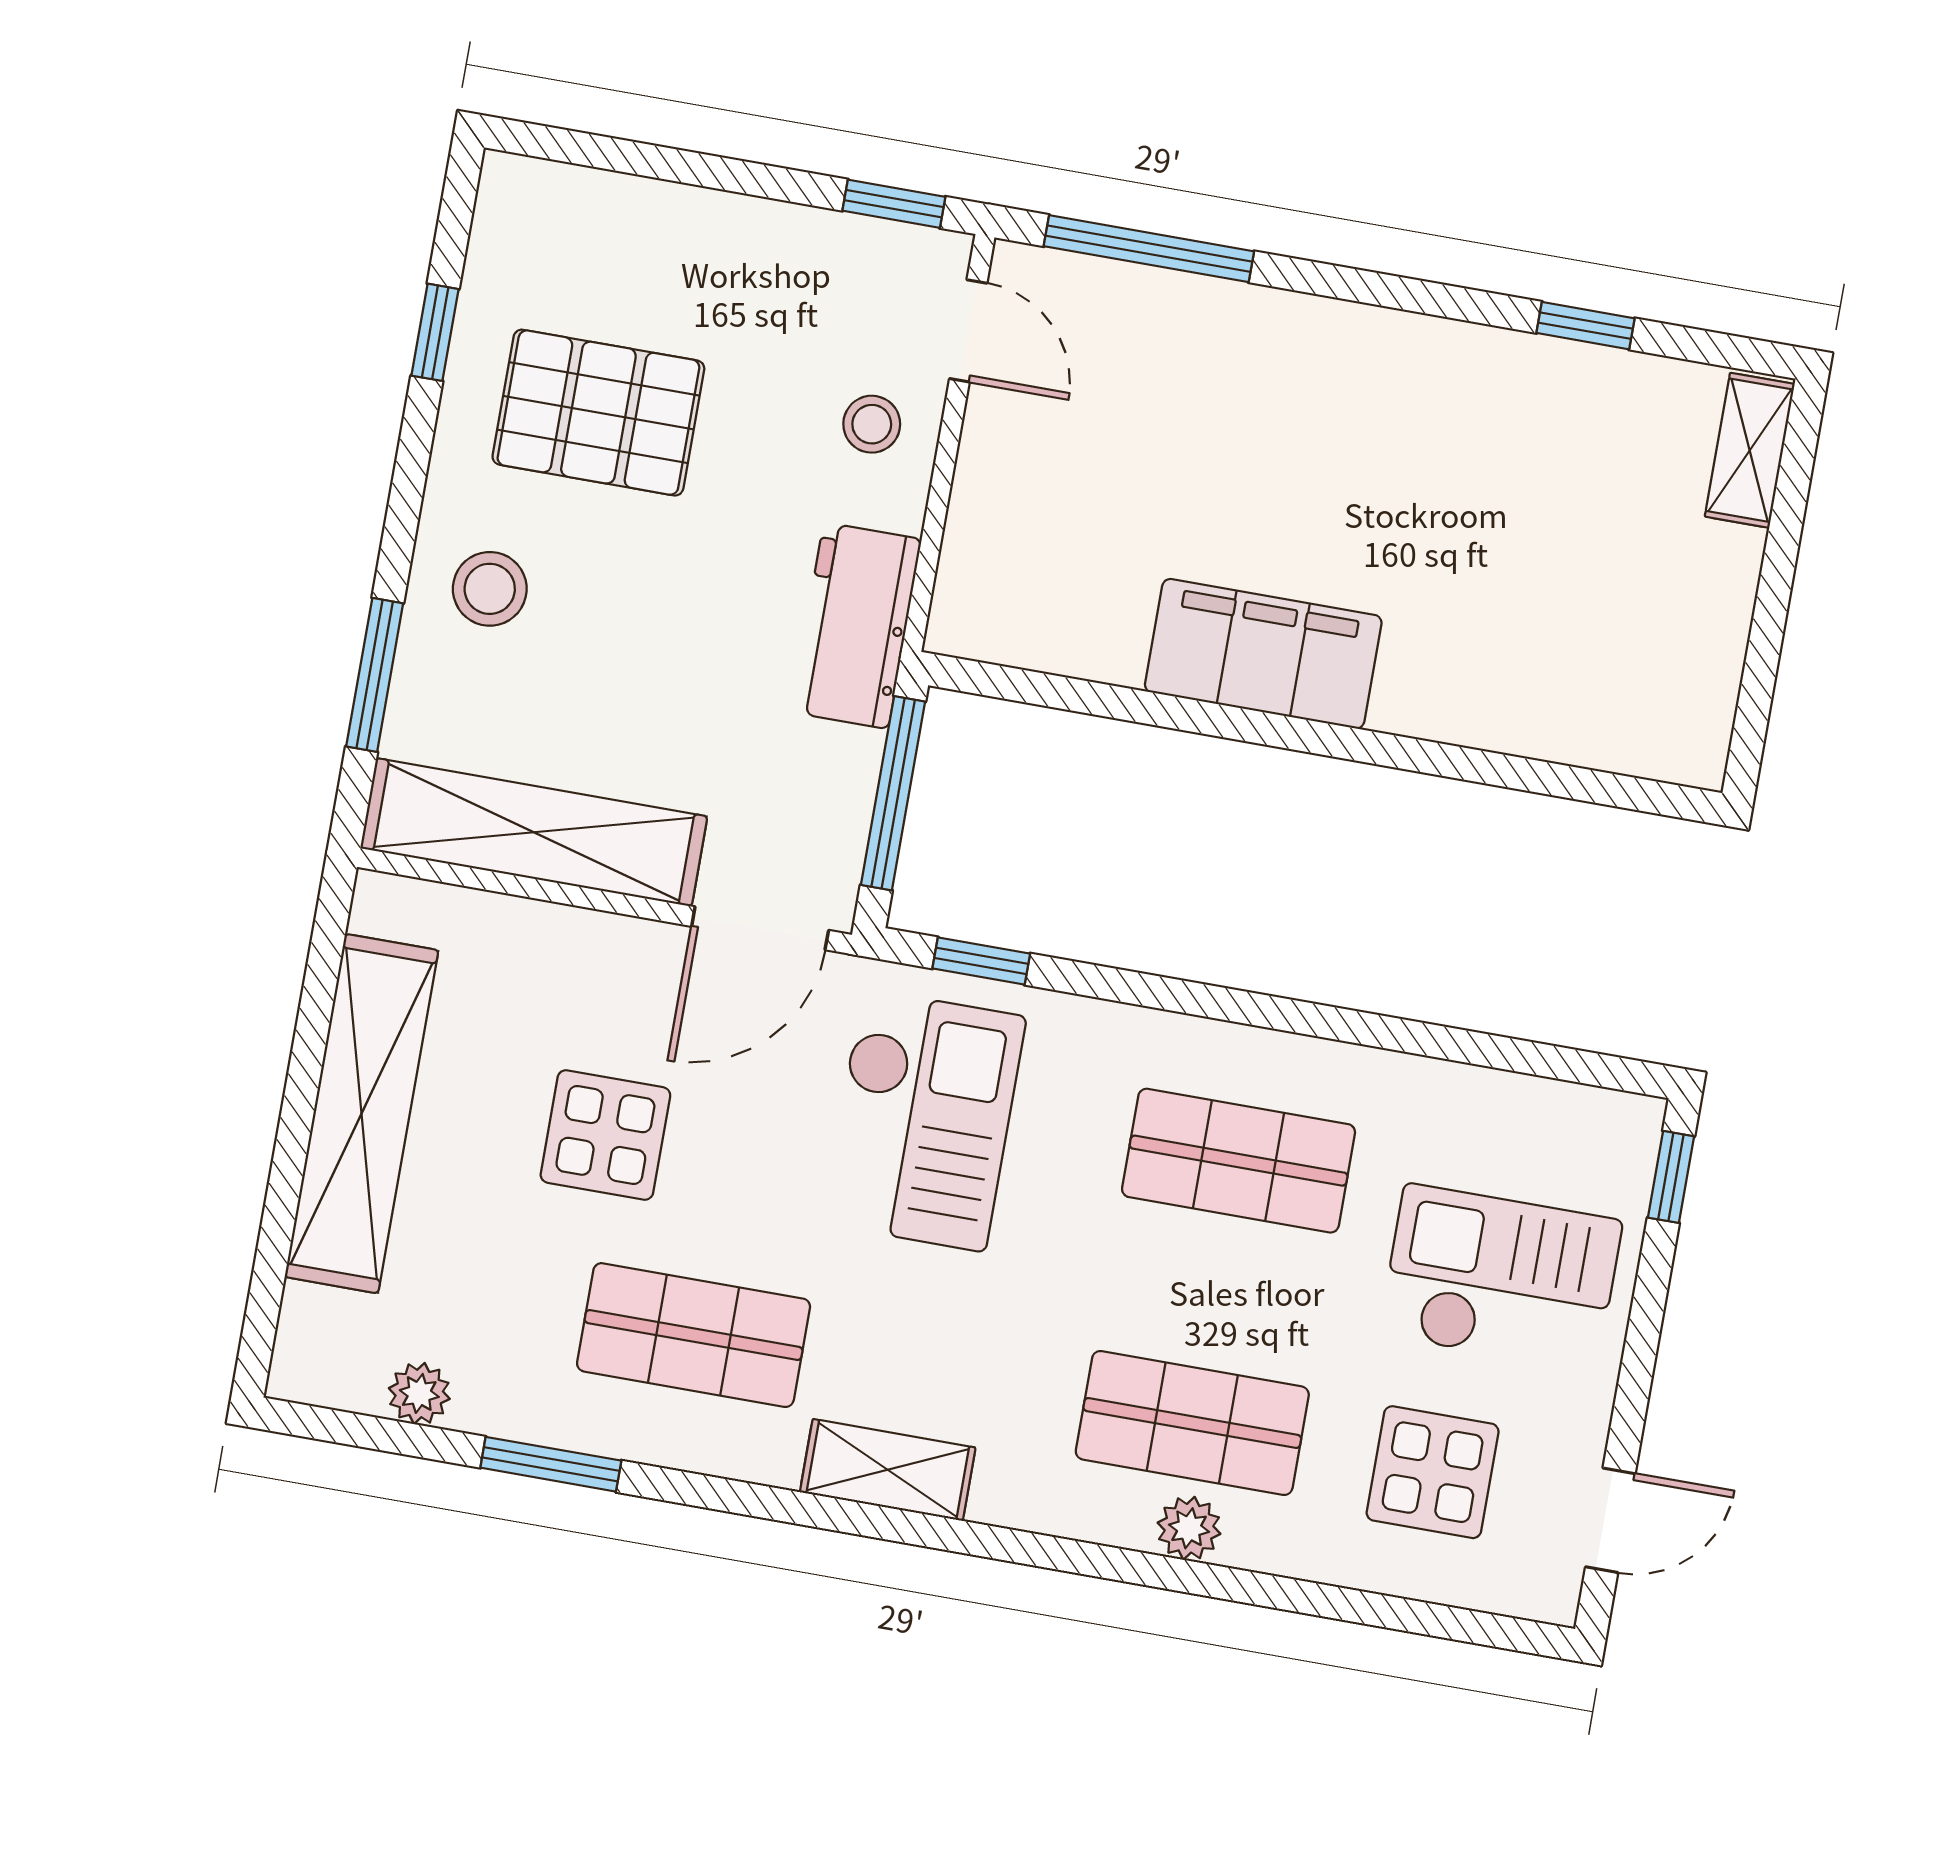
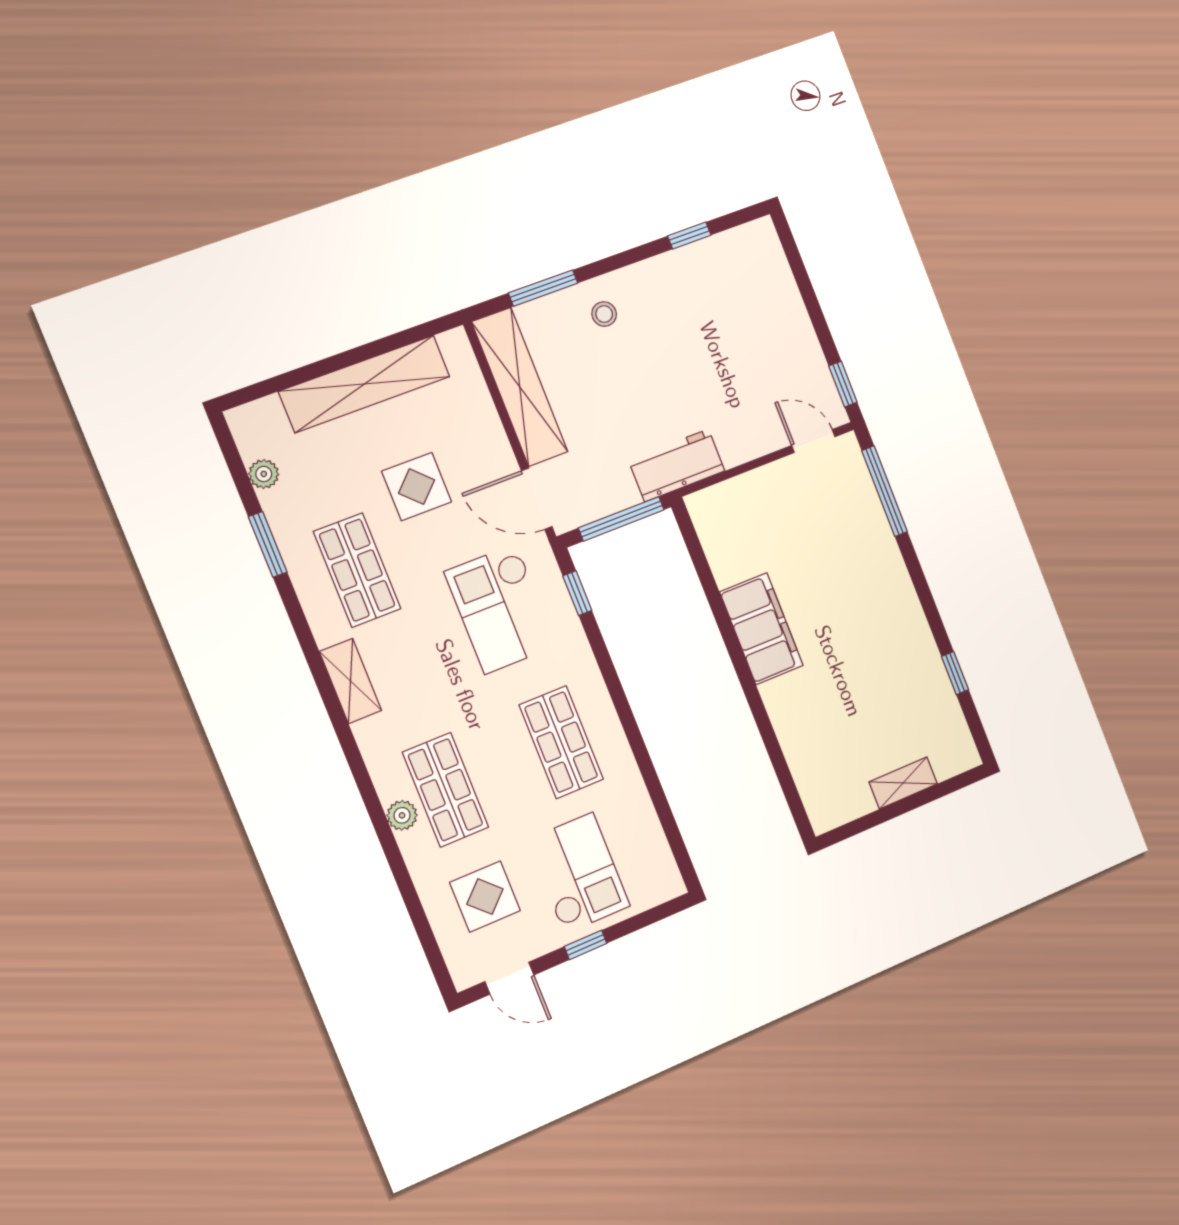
door: (968, 331) -> (813, 441), swing flipped
pallet: (598, 413) -> (697, 317), removed
stool: (872, 424) -> (756, 425), removed
shelving: (1750, 450) -> (903, 783), moved
stool: (490, 589) -> (604, 314), width x0.73, depth x0.73
checkout: (923, 1120) -> (501, 609), turned 90
window: (1671, 1177) -> (586, 945), moved

